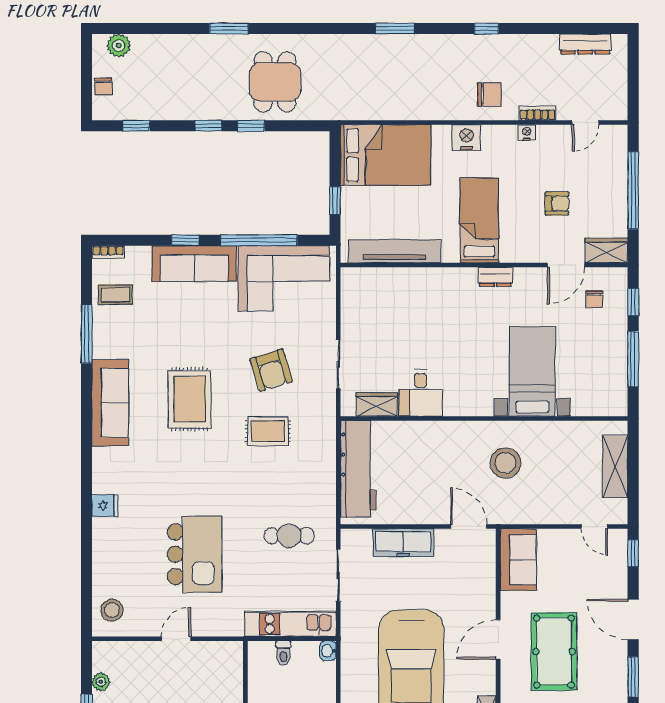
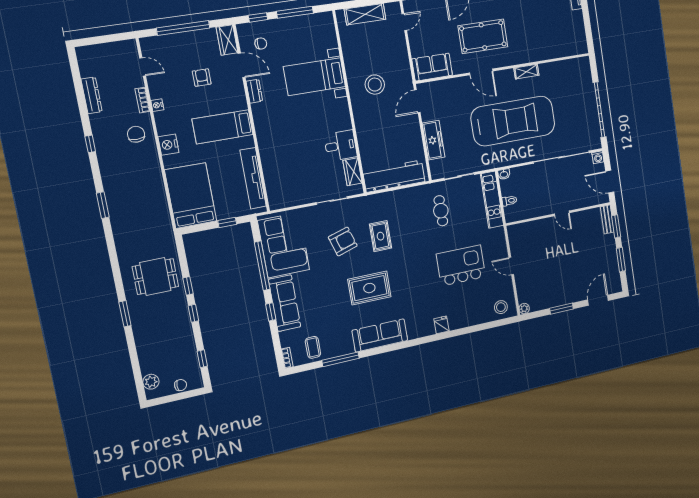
dresser: (585, 44) -> (92, 95), moved
dresser: (495, 277) -> (254, 91), moved
plant: (101, 682) -> (524, 309), moved

